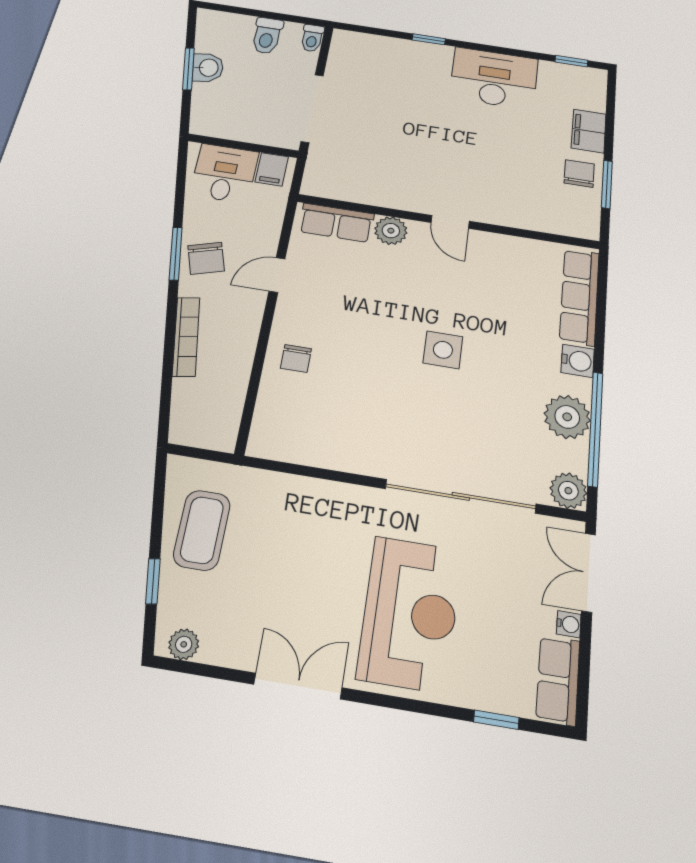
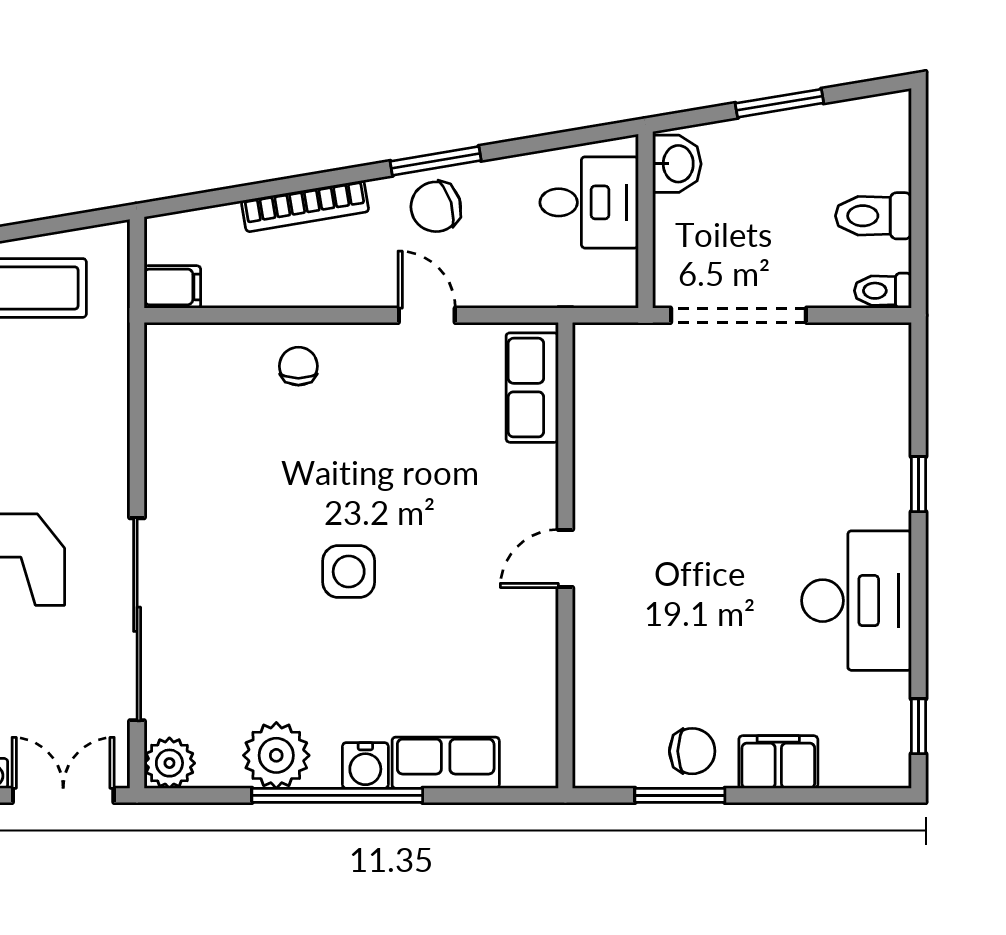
washbasin: (208, 68) -> (677, 164), moved, turned -80
filing cabinet: (272, 169) -> (172, 287), moved, turned 180
plant: (391, 231) -> (533, 471), removed
row of seats: (579, 296) -> (446, 763), width x0.68
chair: (296, 359) -> (298, 366), turned 90
window: (595, 428) -> (337, 795), moved

